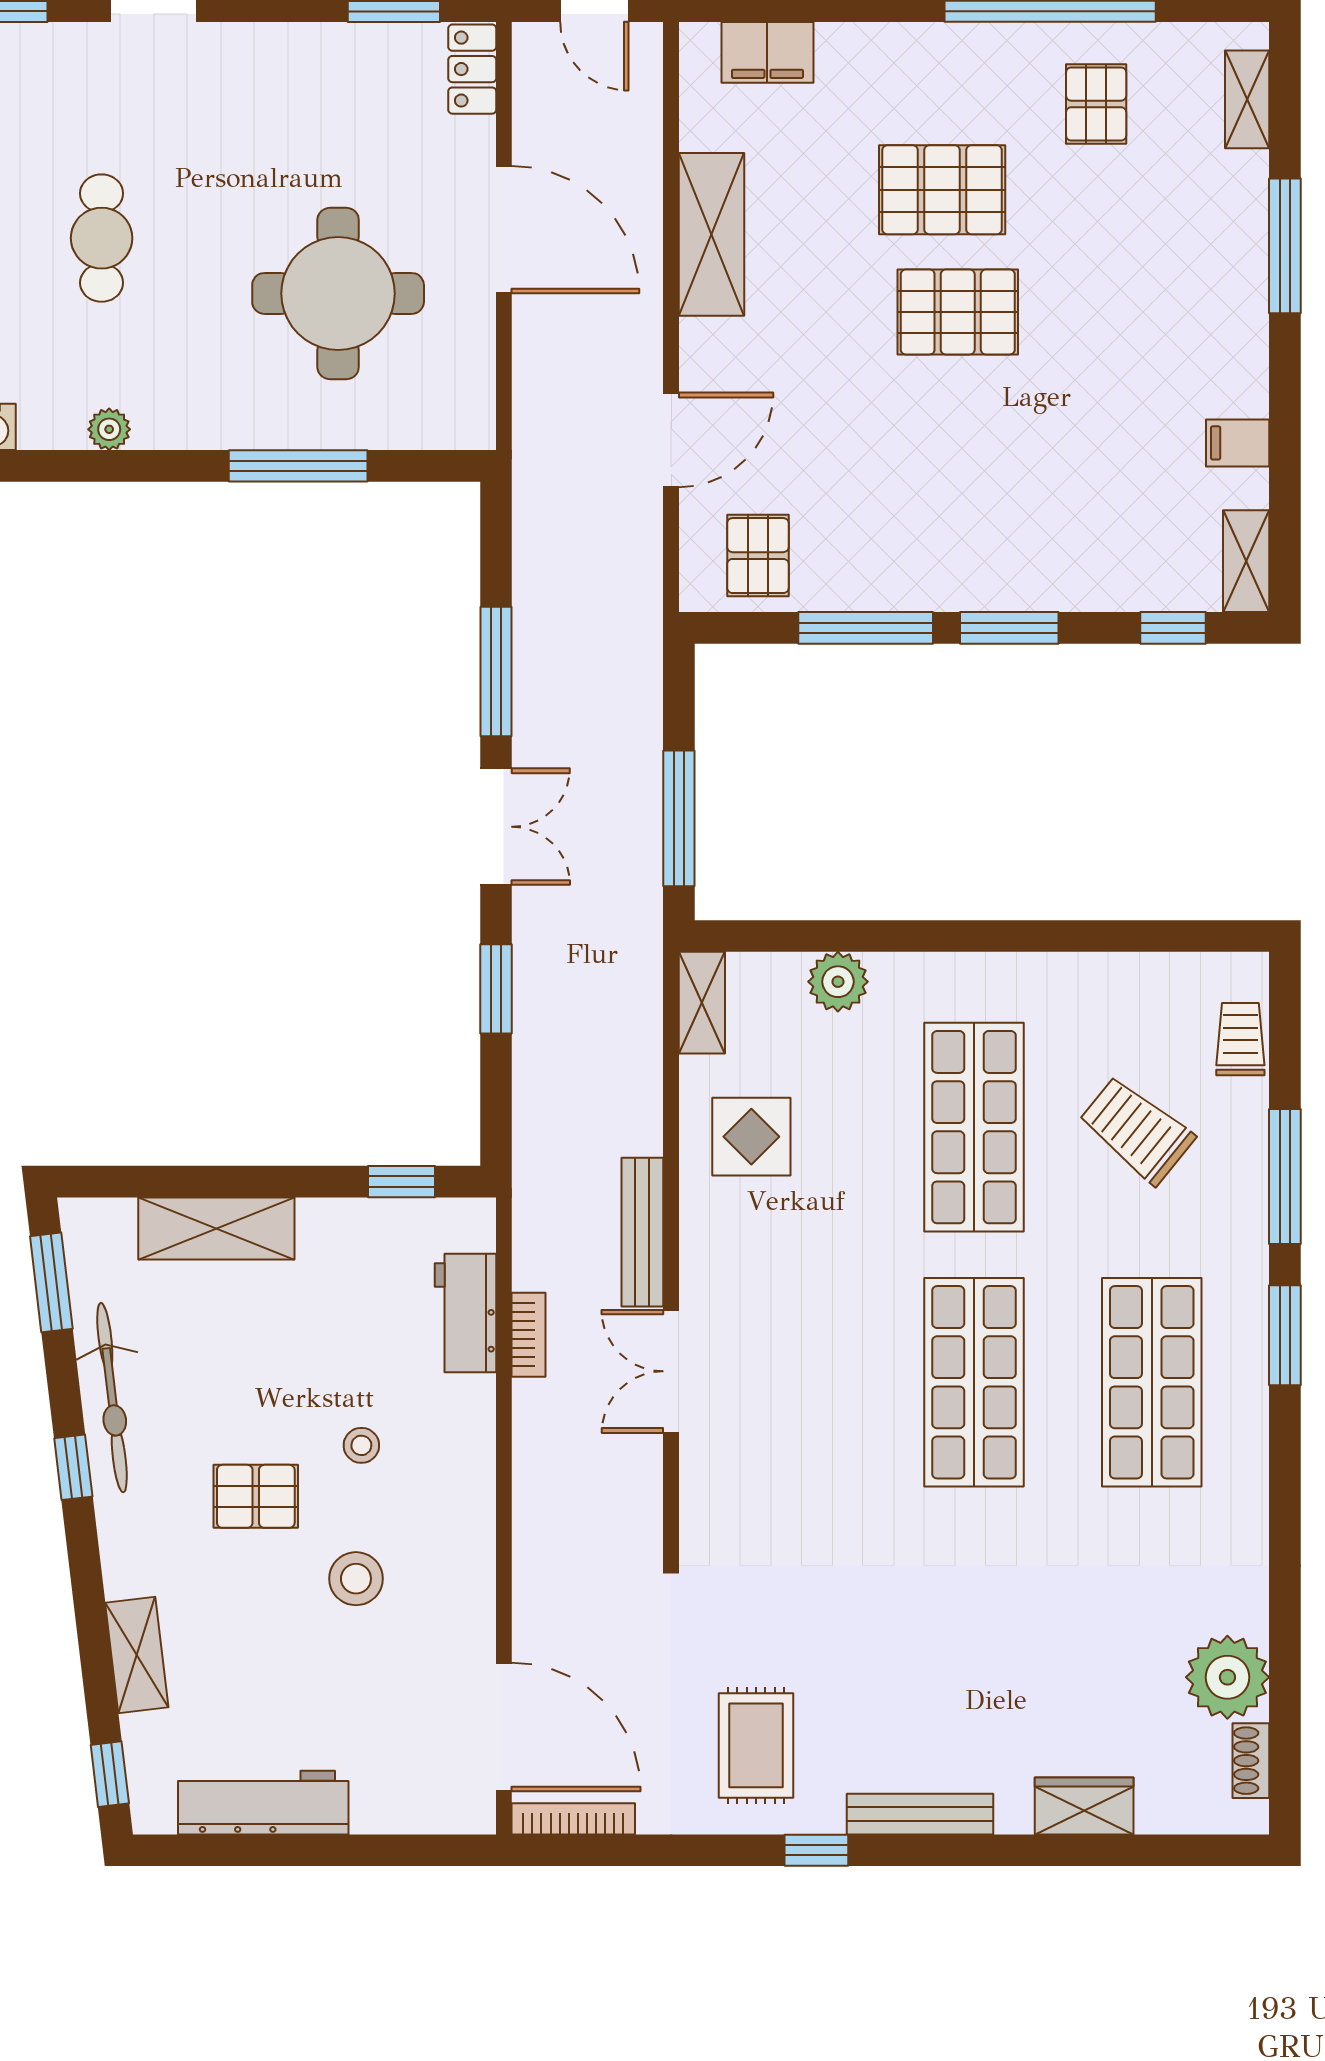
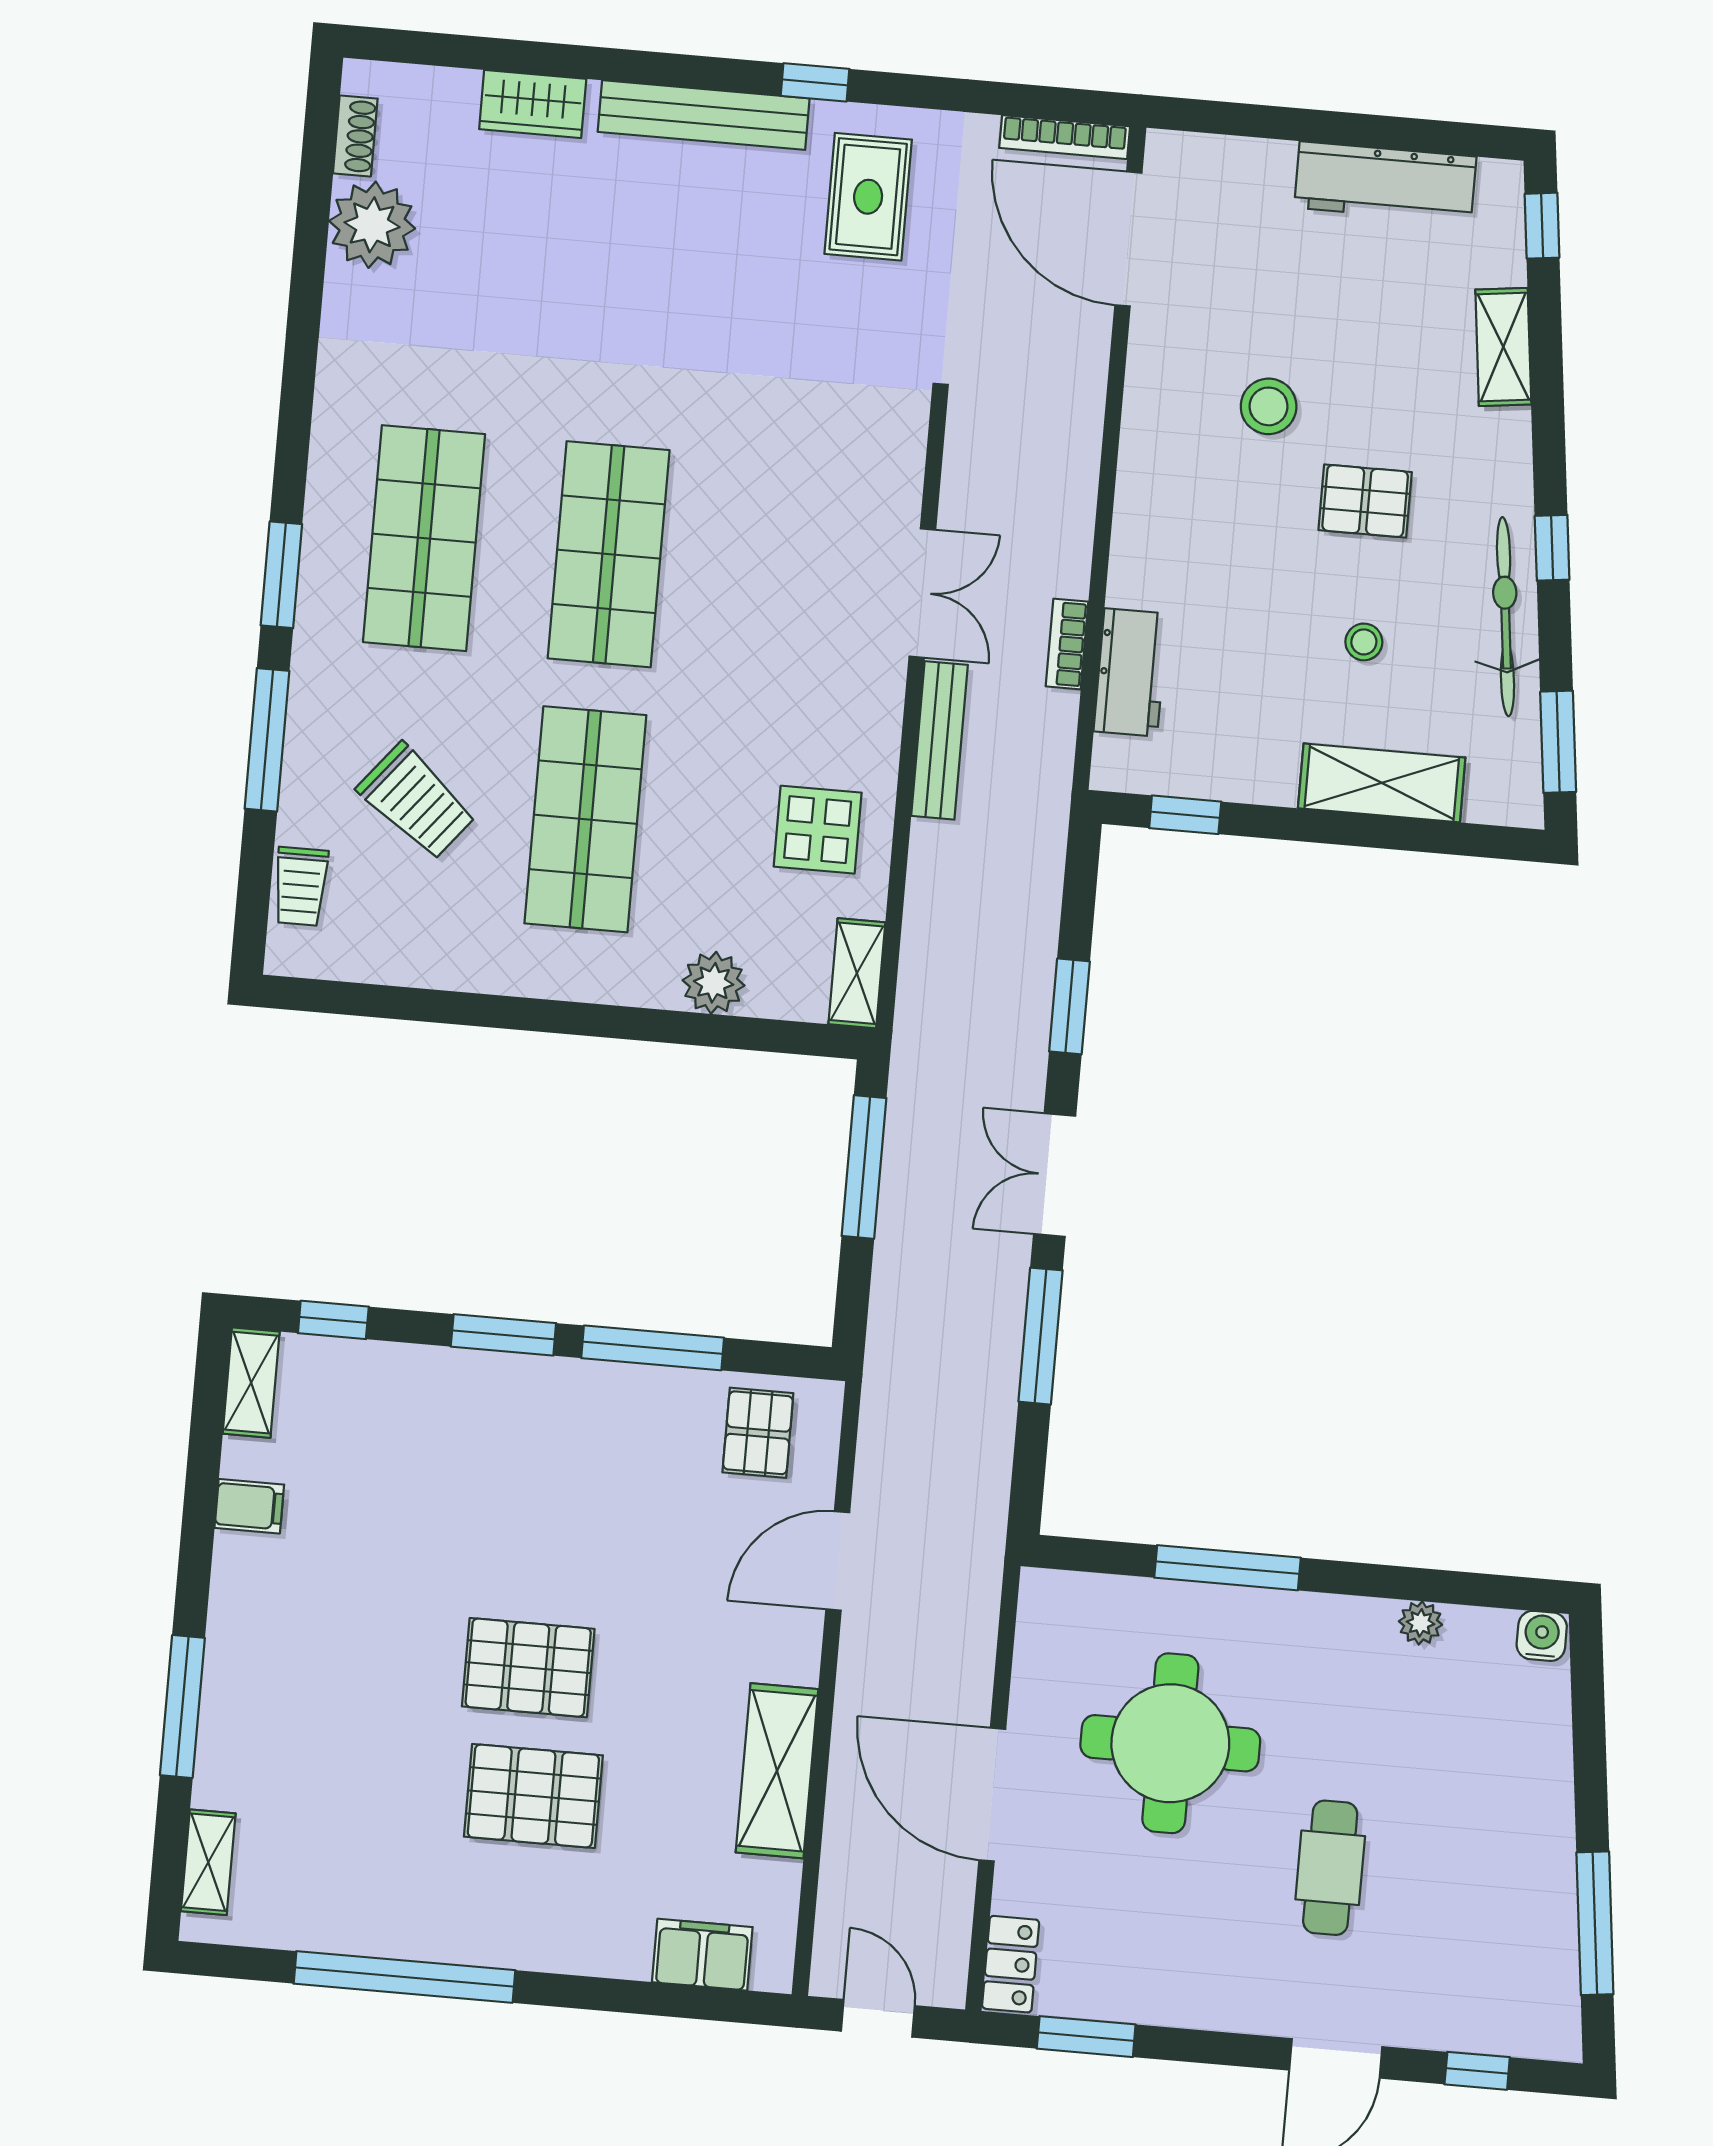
pallet: (1096, 104) -> (366, 1871), removed
cafe table: (102, 238) -> (1330, 1868), moved
stool: (361, 1445) -> (1364, 642), moved
bench: (920, 1814) -> (704, 115), width x1.37, depth x1.21

